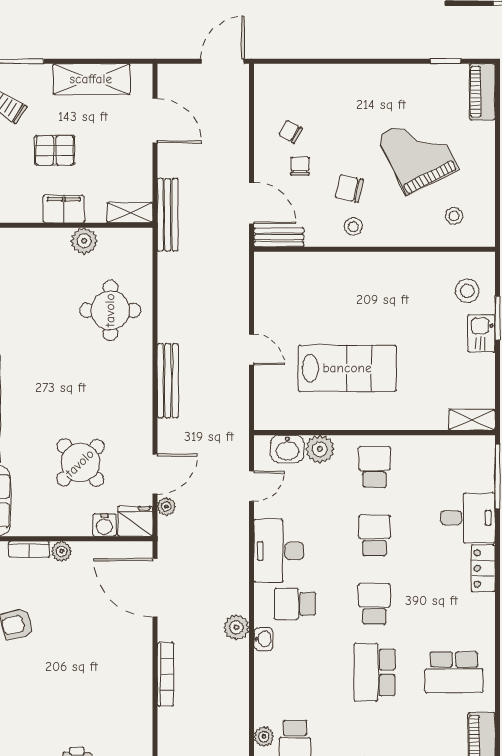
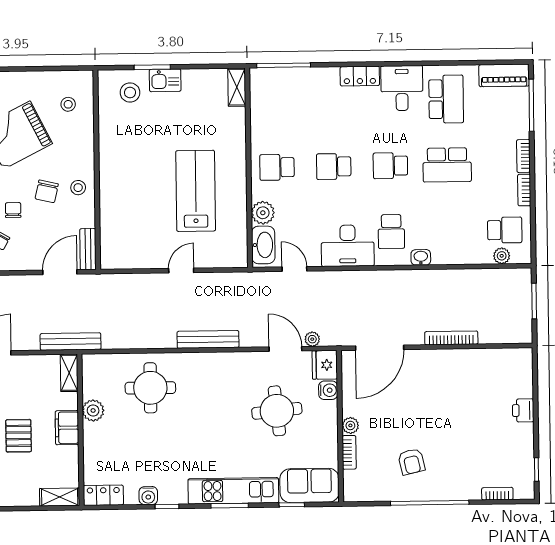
chair: (300, 166) -> (13, 210), moved, turned 90
washbasin: (287, 449) -> (263, 245), width x1.38
round table: (80, 463) -> (277, 411), turned 38
desk: (468, 518) -> (402, 88), moved
plant: (236, 627) -> (411, 280), removed

